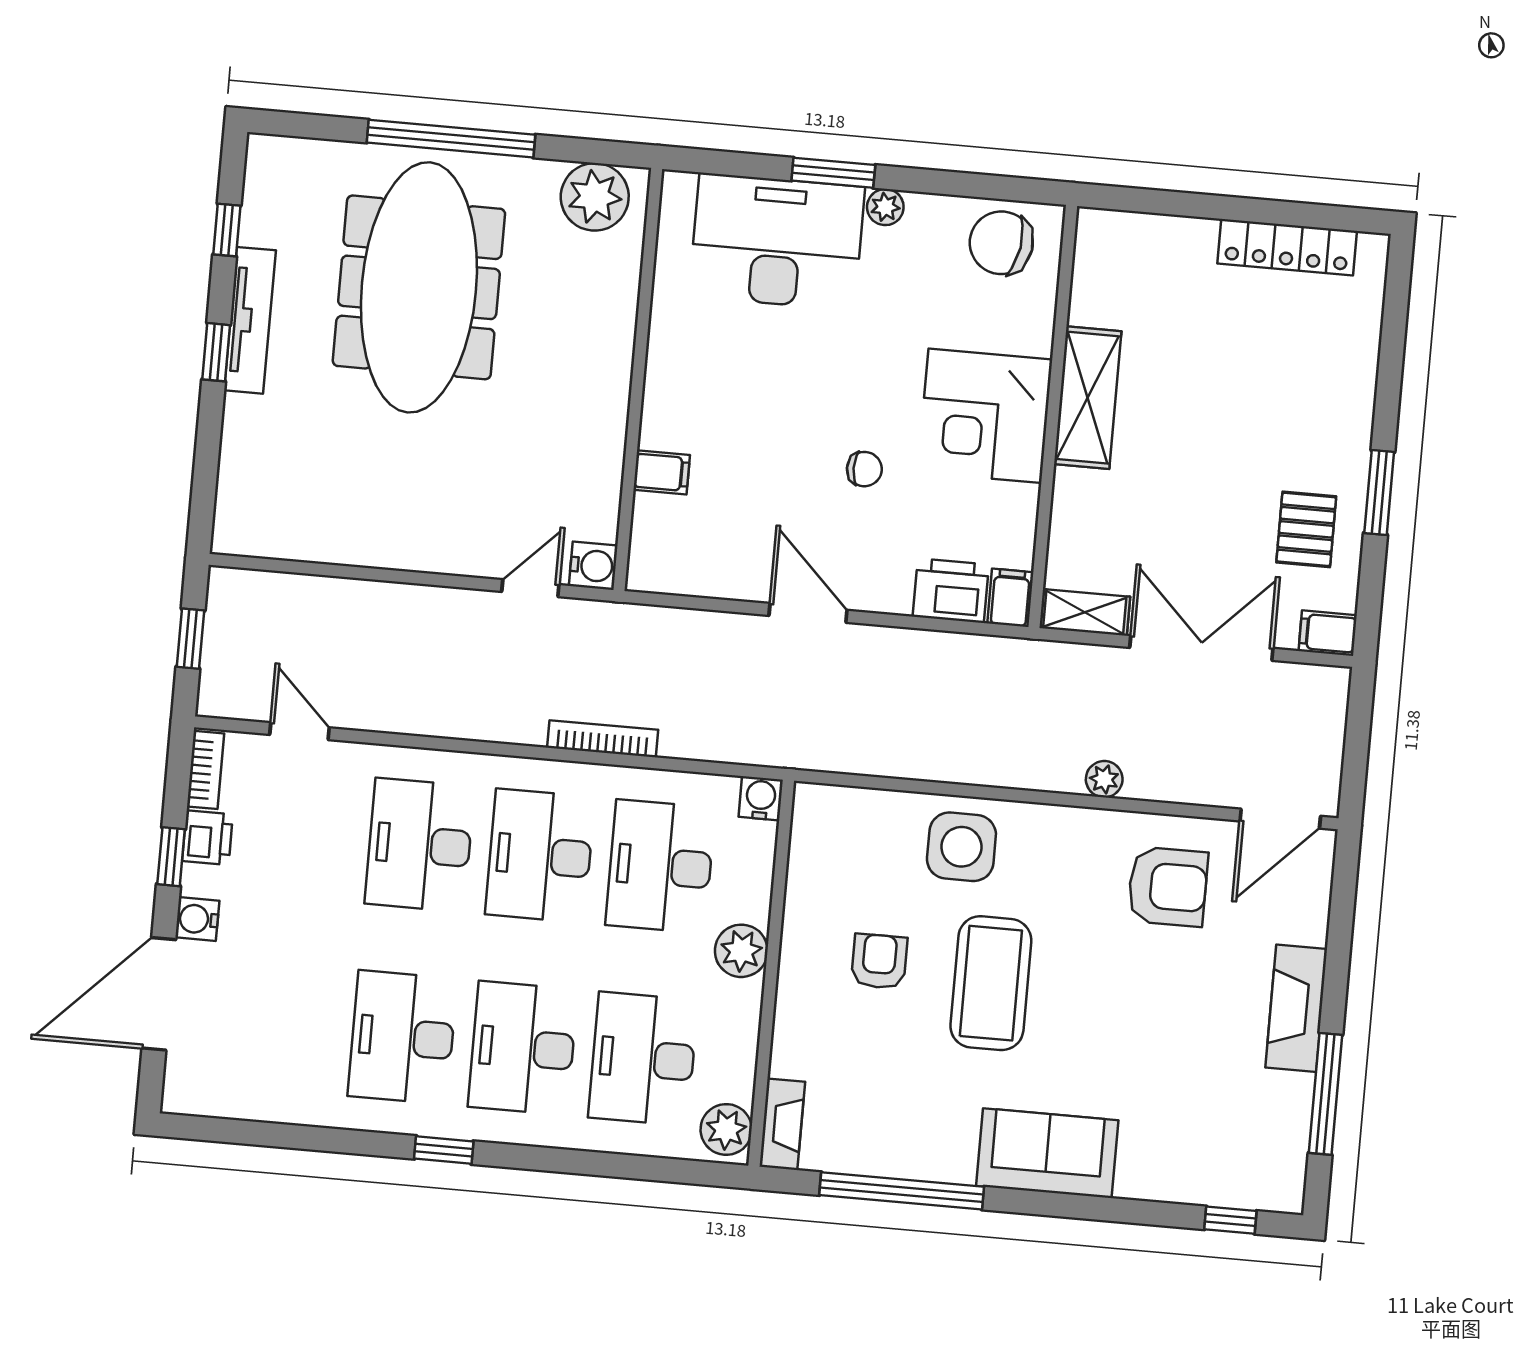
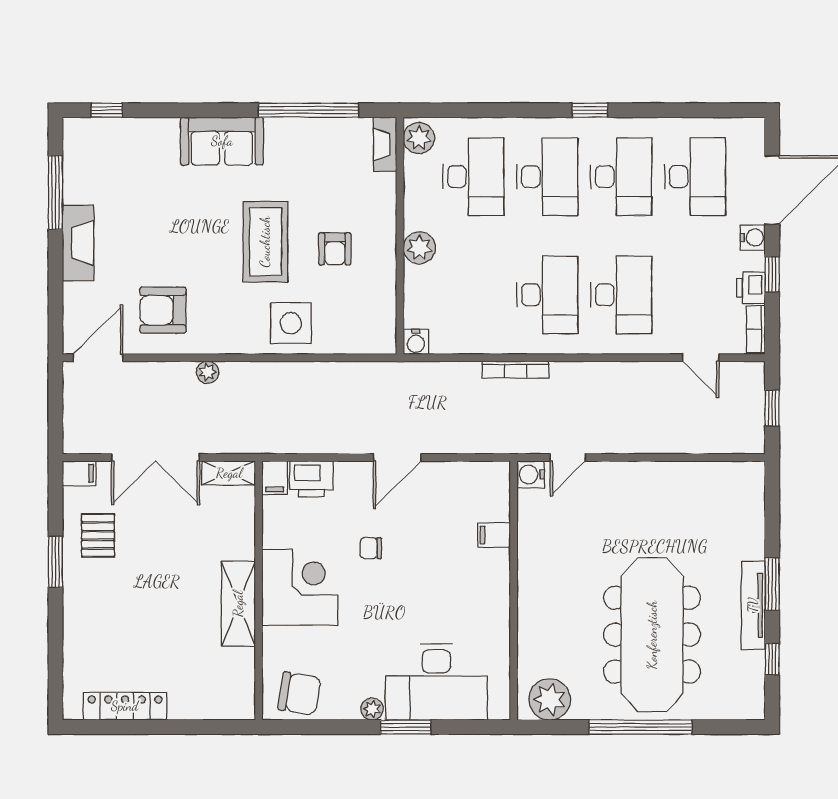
window: (216, 352) -> (772, 584), width x1.50
door: (808, 613) -> (397, 457), hinge flipped
desk: (660, 866) -> (695, 177), moved

